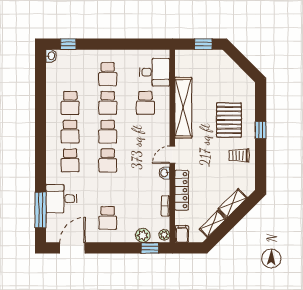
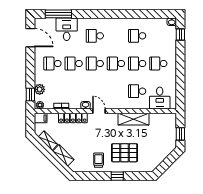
shelving: (183, 108) -> (134, 119), width x0.68
school desk: (70, 132) -> (74, 64), moved

